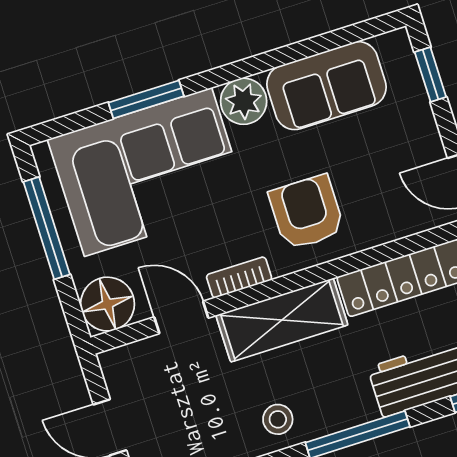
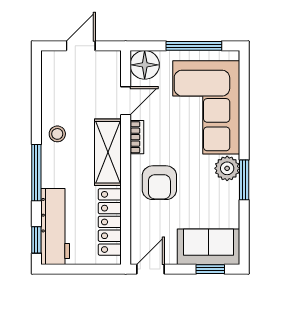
sofa: (326, 86) -> (208, 247), moved, turned 90
window: (146, 99) -> (244, 180), moved
armchair: (307, 212) -> (159, 183), turned 90

